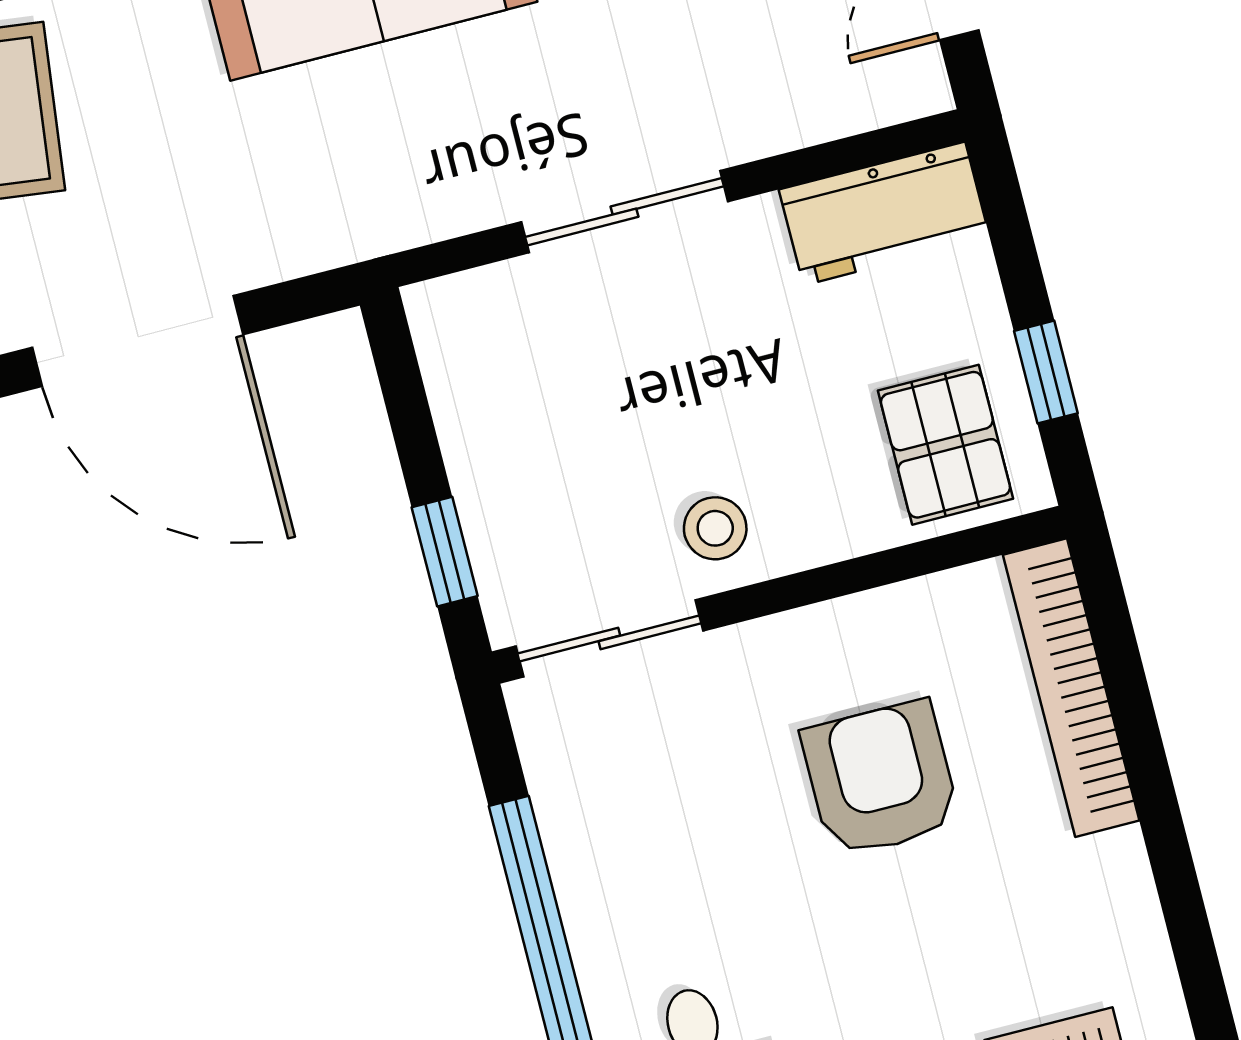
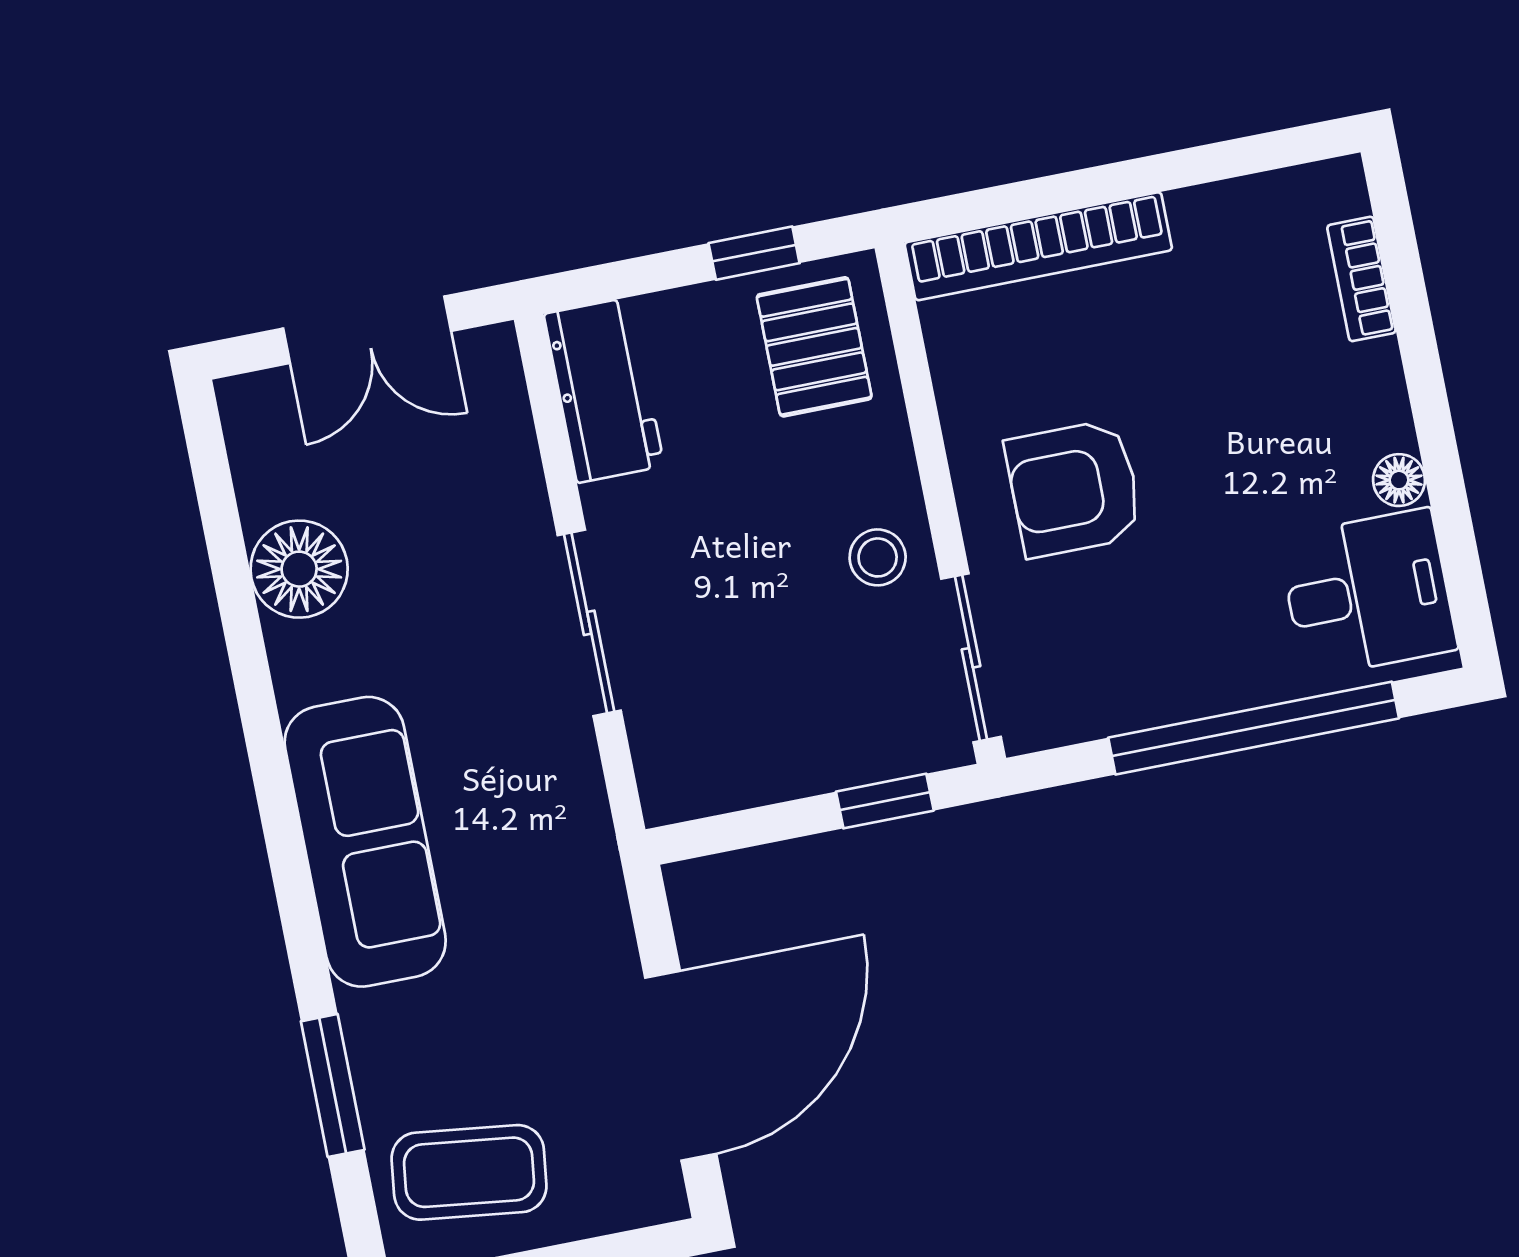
pallet: (945, 445) -> (814, 347), turned 90
armchair: (881, 779) -> (1074, 488), moved

